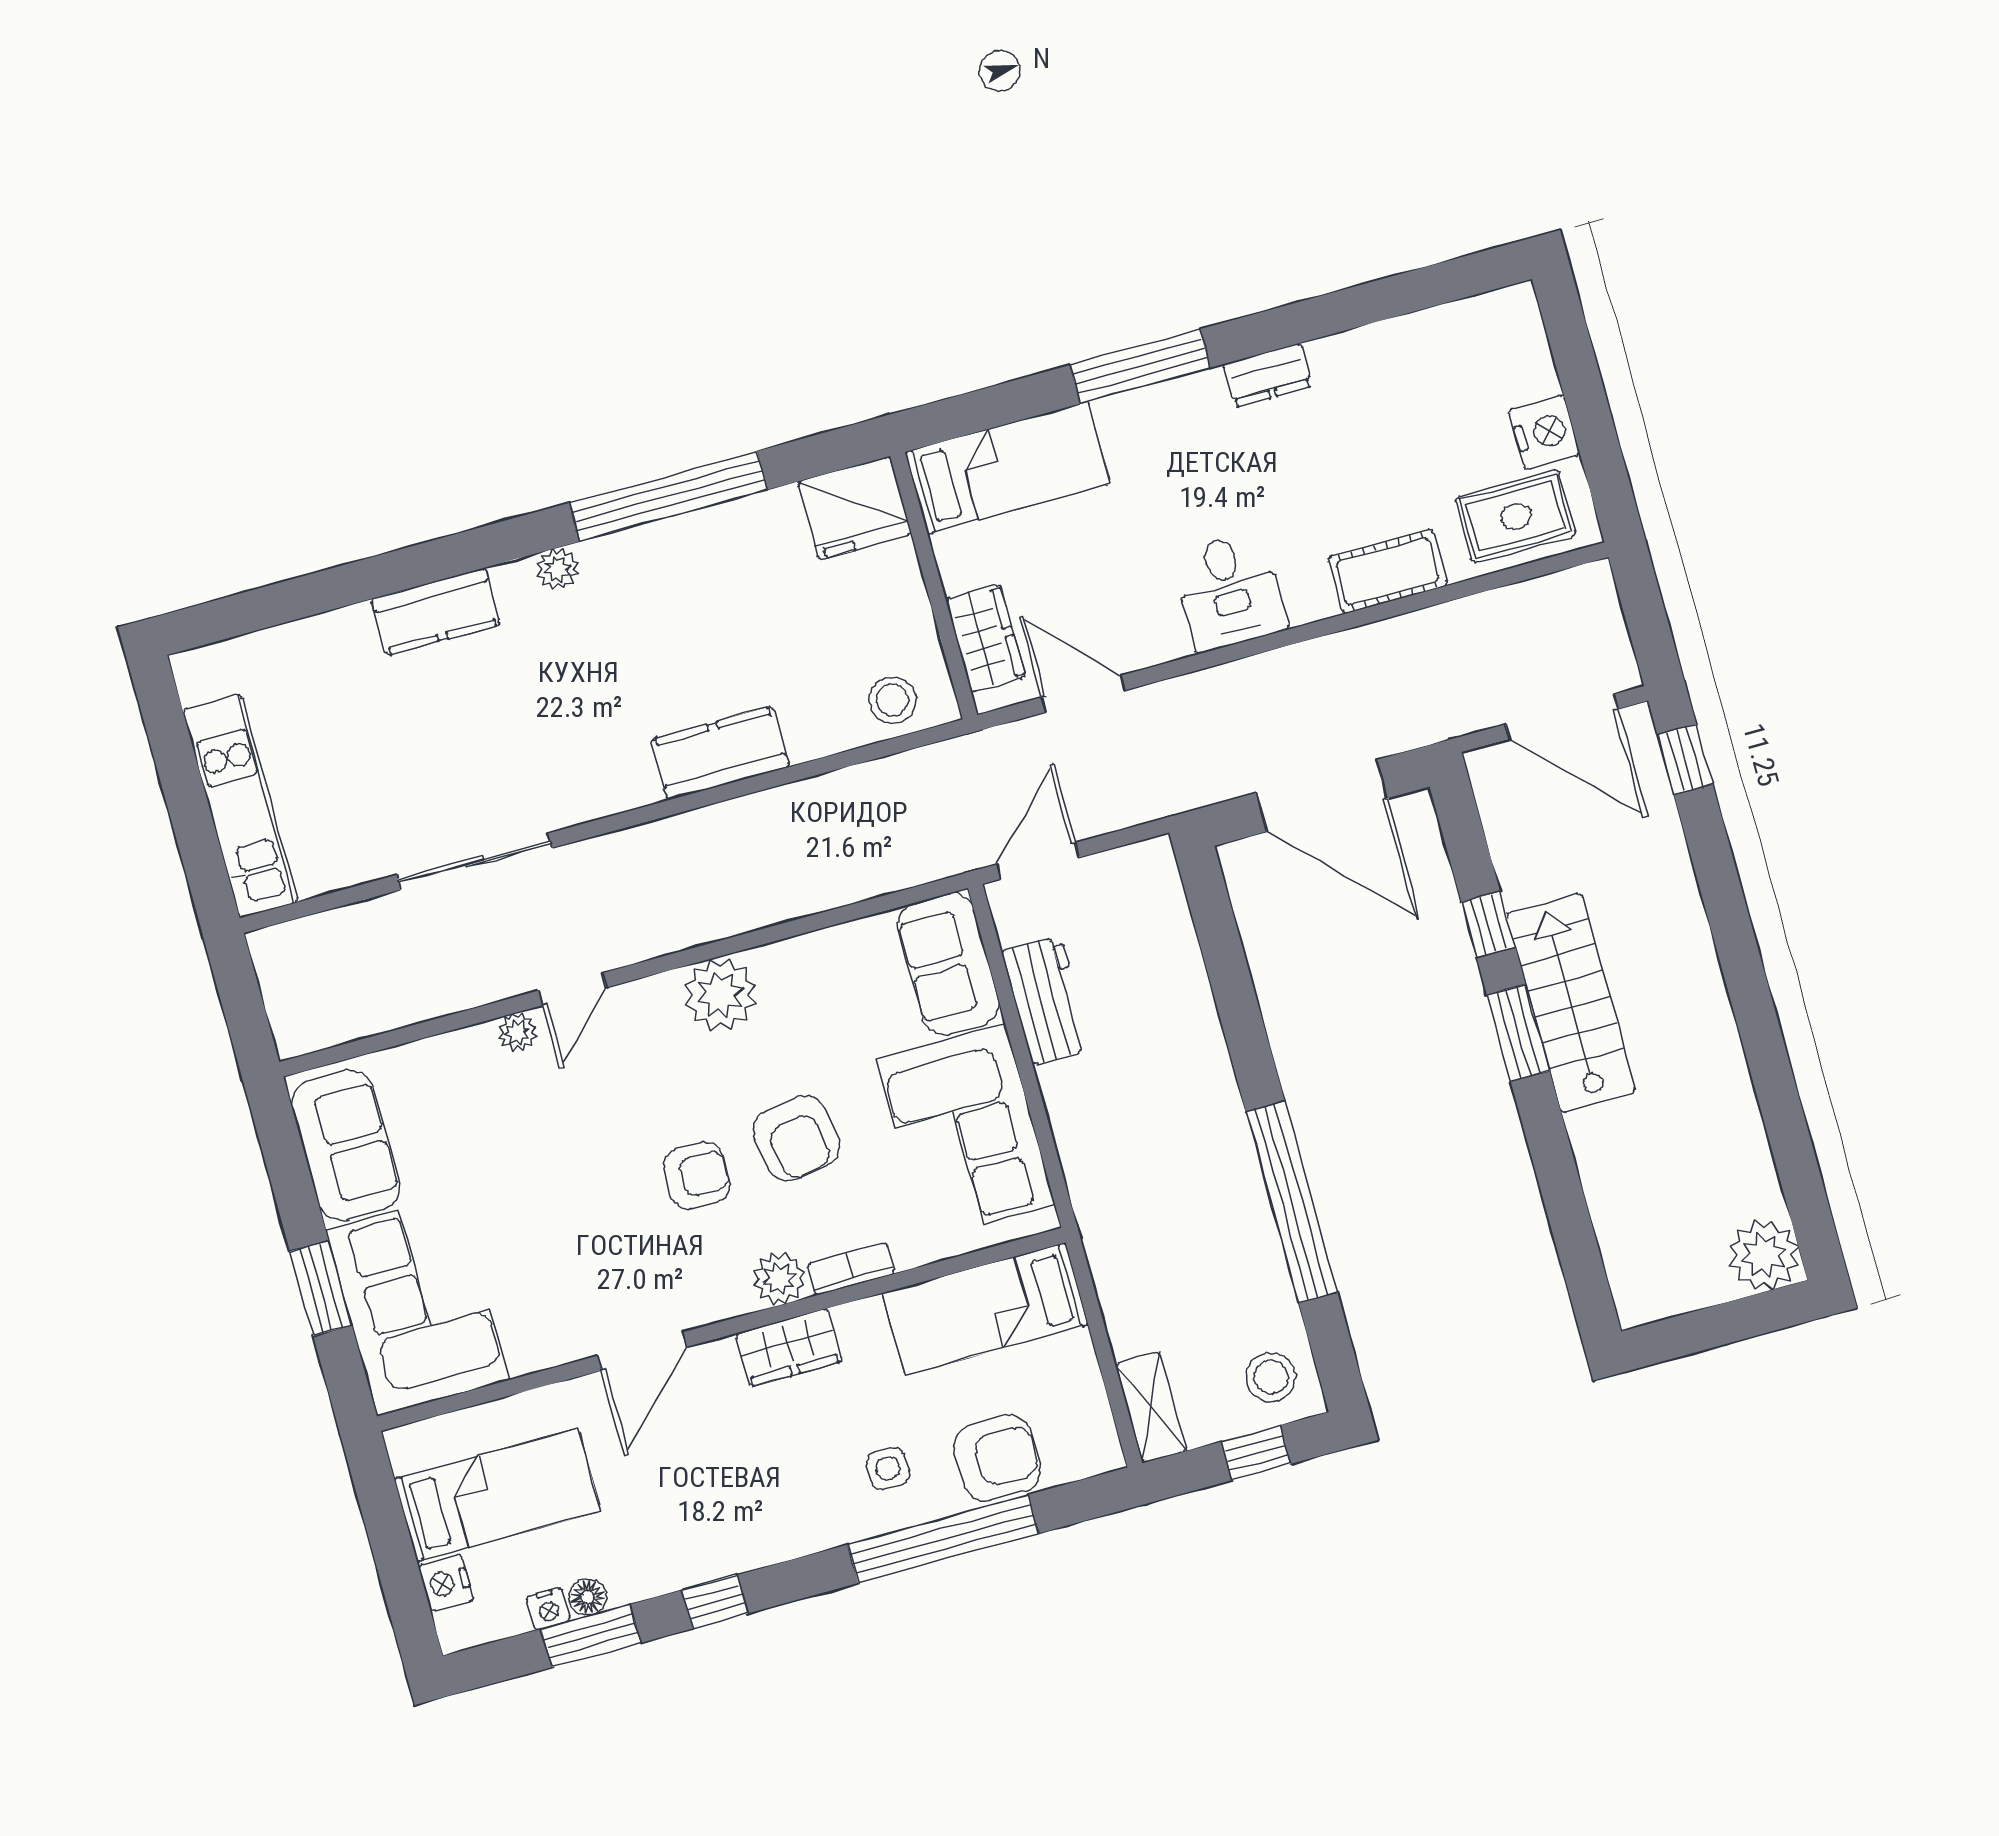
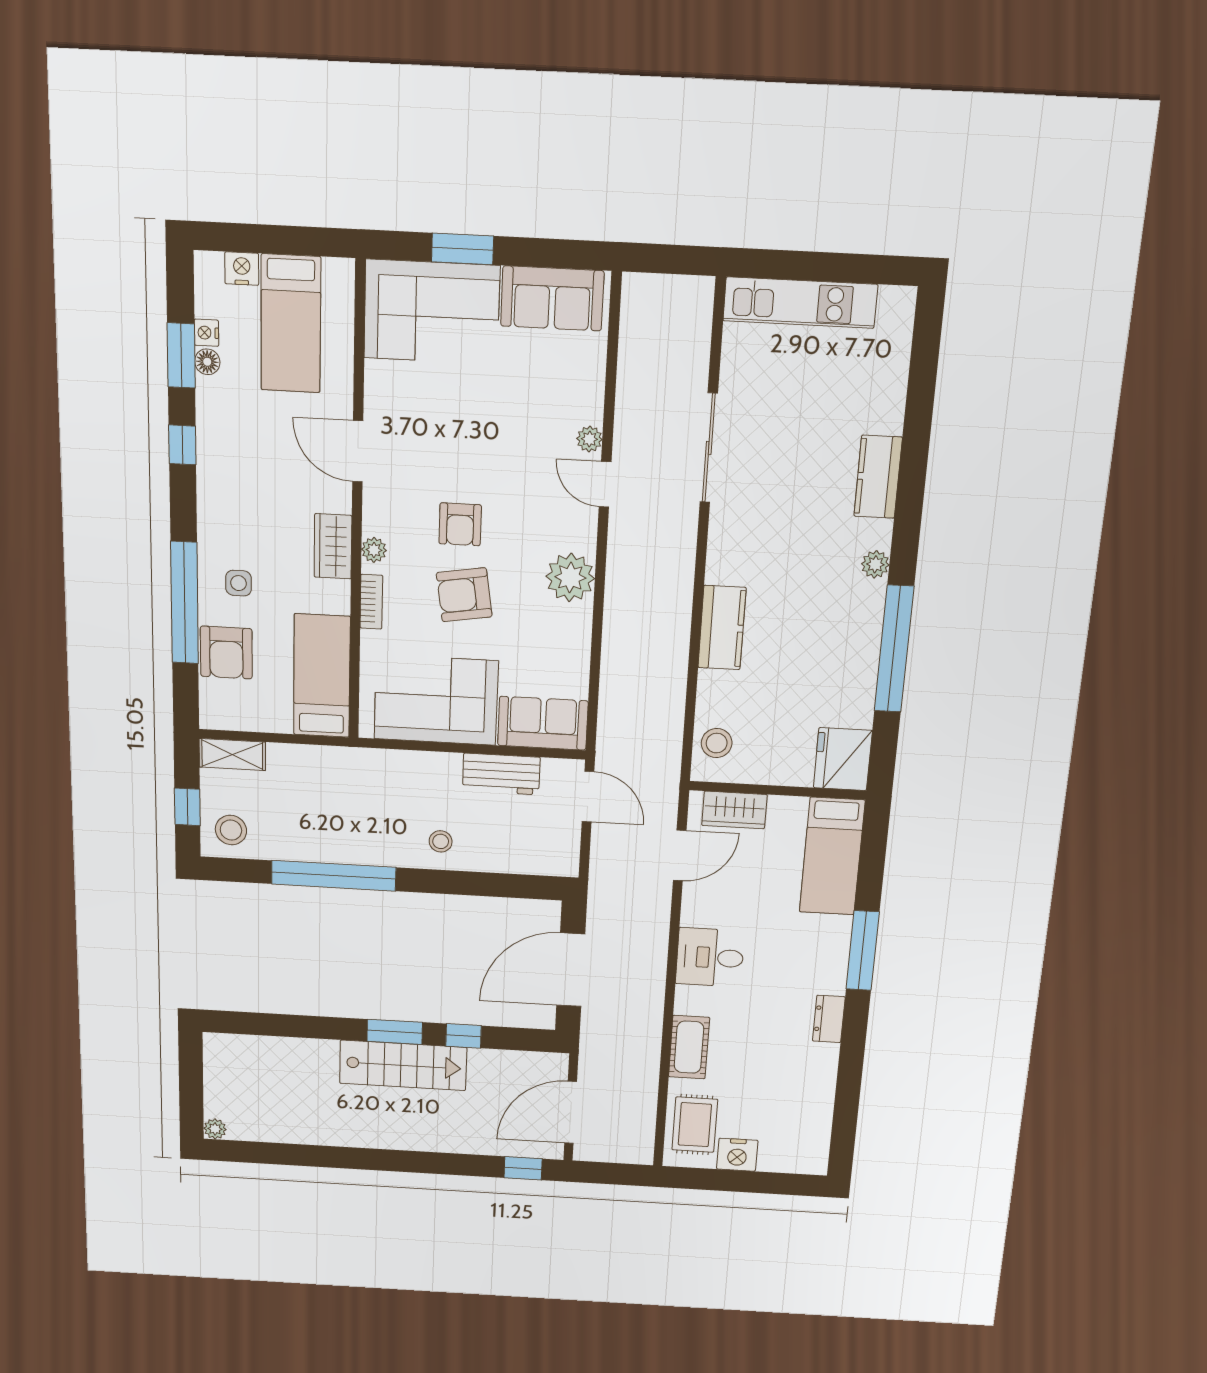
stool: (1182, 1057) -> (441, 841), added
plant: (1764, 1255) -> (215, 1129), width x0.53, depth x0.53
plant: (779, 1278) -> (374, 550), width x0.73, depth x0.73

